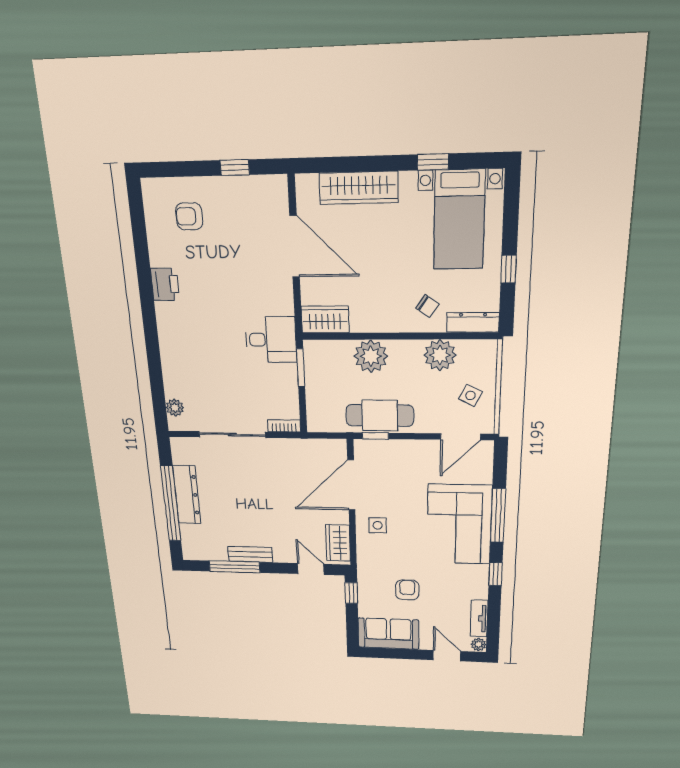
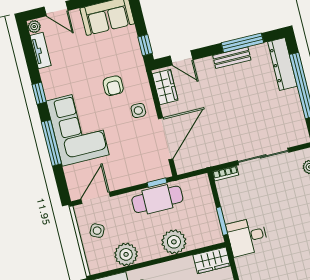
dresser: (187, 495) -> (282, 64), moved
armchair: (407, 590) -> (113, 86), moved

